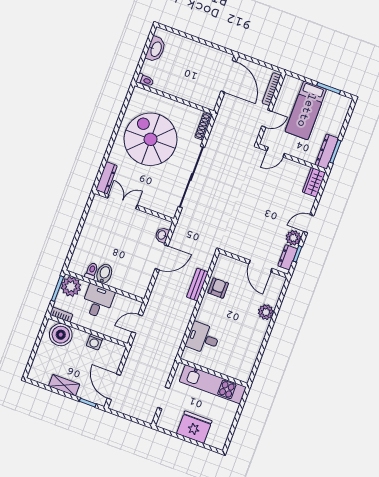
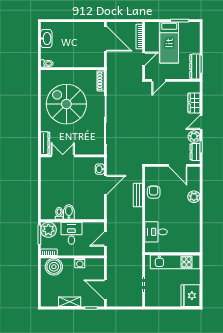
wardrobe: (314, 182) -> (194, 103), moved
fridge: (194, 427) -> (190, 296), moved, turned -90

